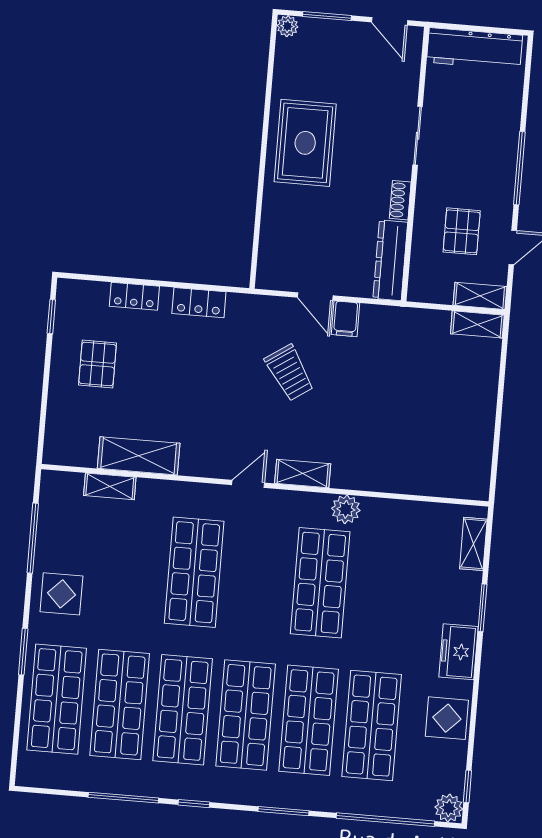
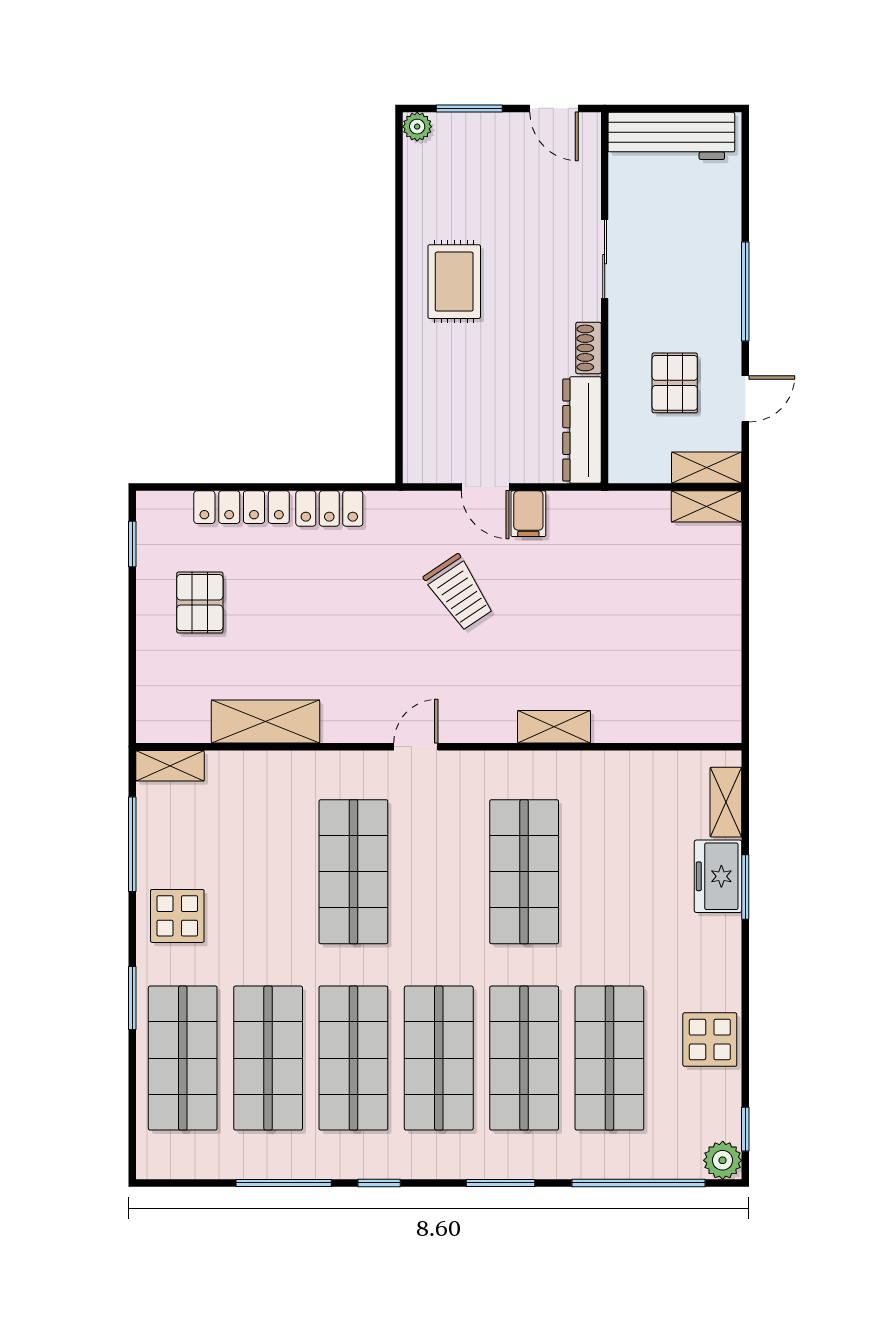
rug: (305, 143) -> (454, 282), width x0.73, depth x0.70
locker: (134, 296) -> (242, 507), width x1.53
shelving: (303, 474) -> (554, 727), moved
shelving: (110, 486) -> (170, 766), moved
plant: (346, 509) -> (550, 770), removed
freezer: (459, 652) -> (718, 876), moved

